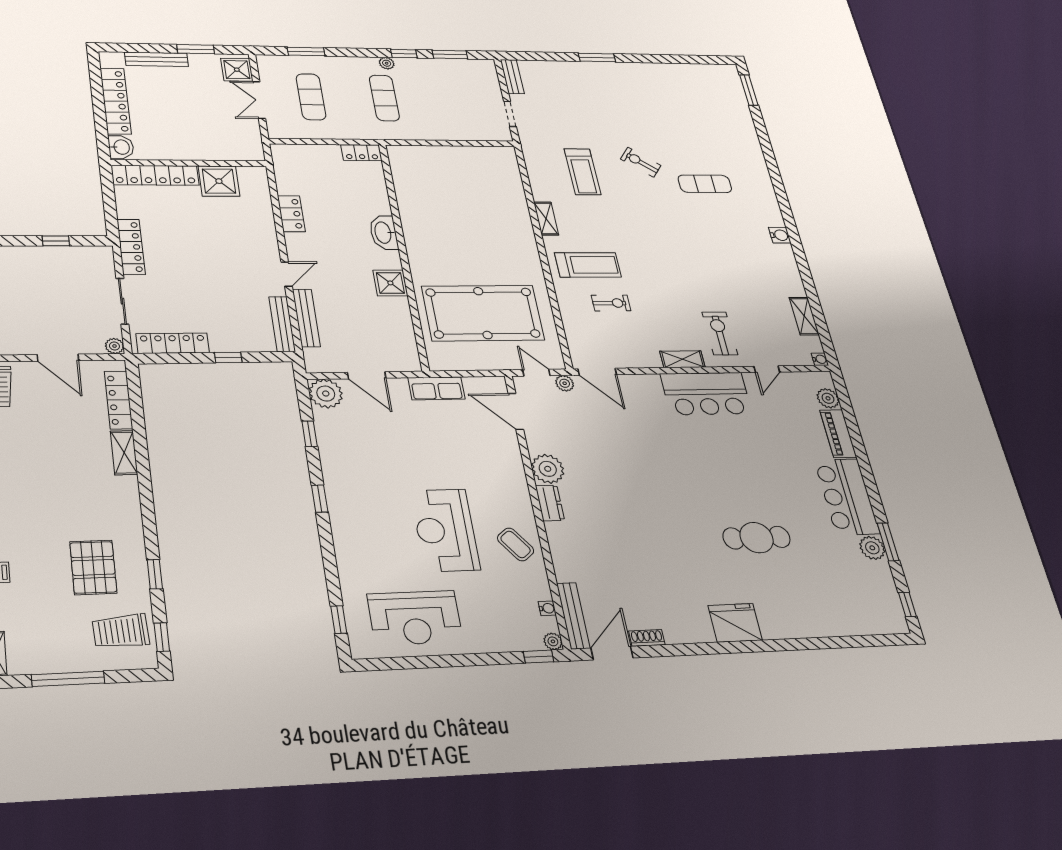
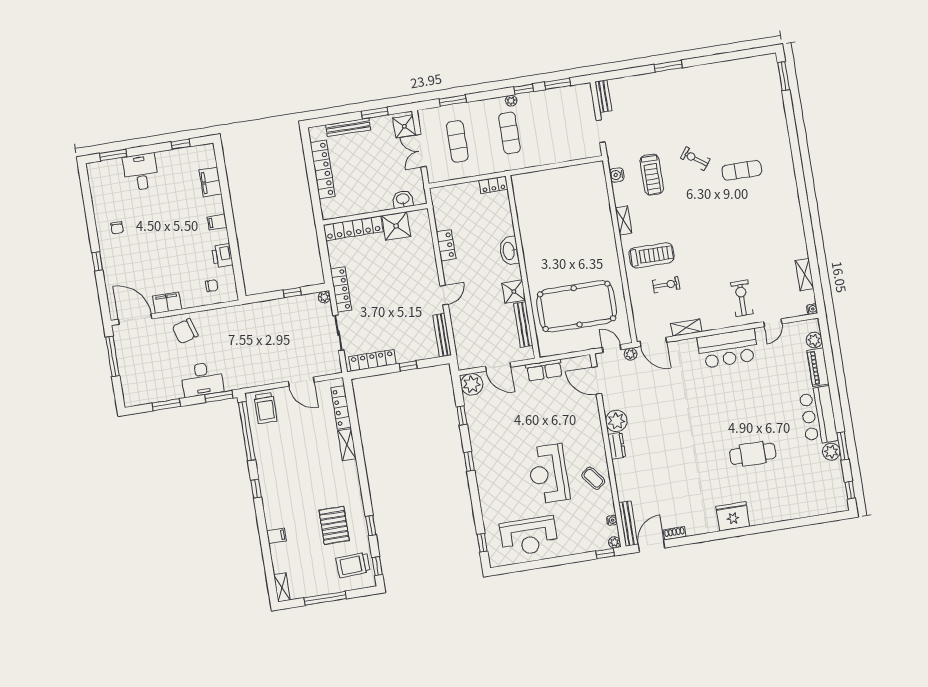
washbasin: (121, 147) -> (403, 199), moved, turned -90
water cooler: (780, 235) -> (617, 175), moved, turned 180
bench: (306, 318) -> (523, 324), moved
plant: (114, 346) -> (324, 297), moved
shelving: (682, 359) -> (686, 328), moved

